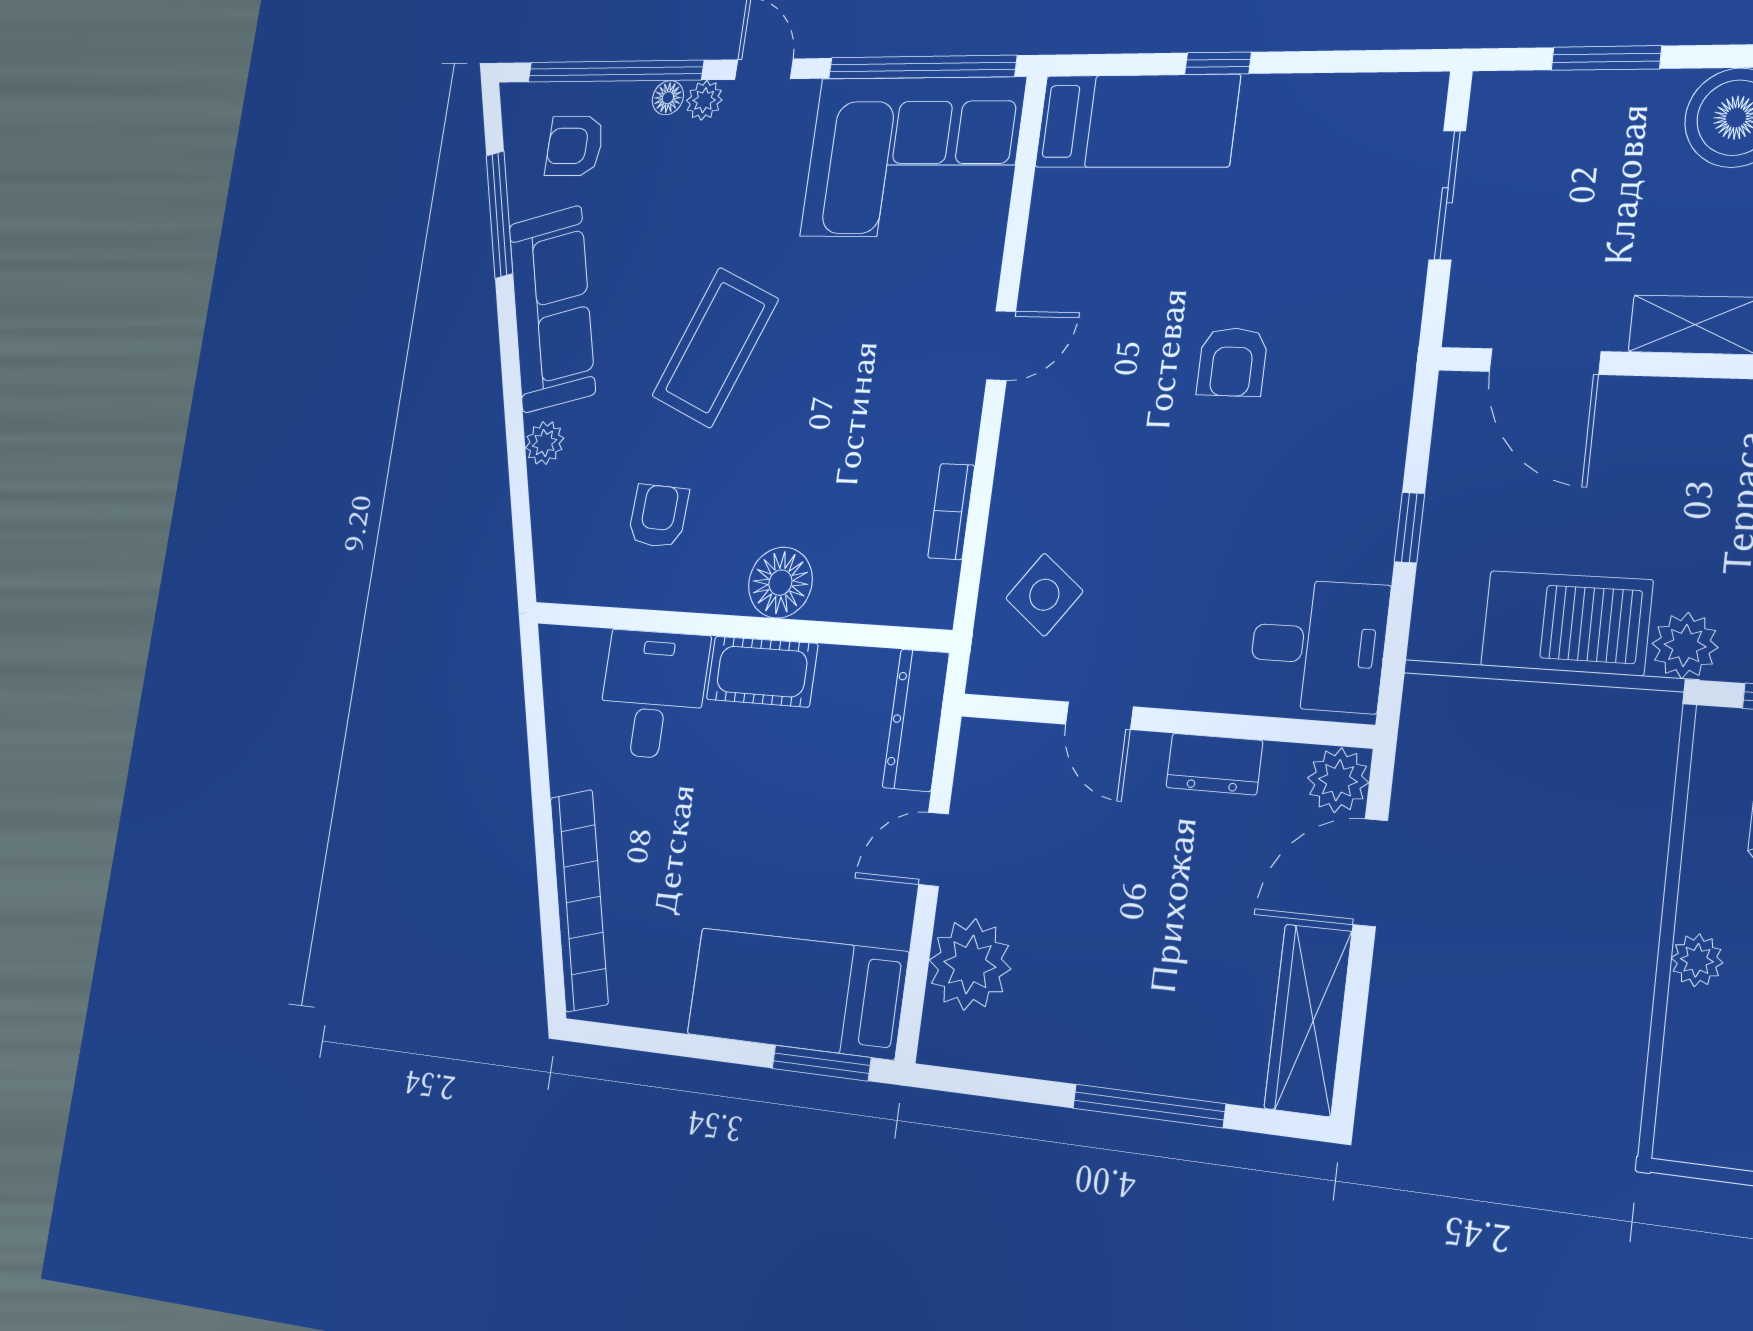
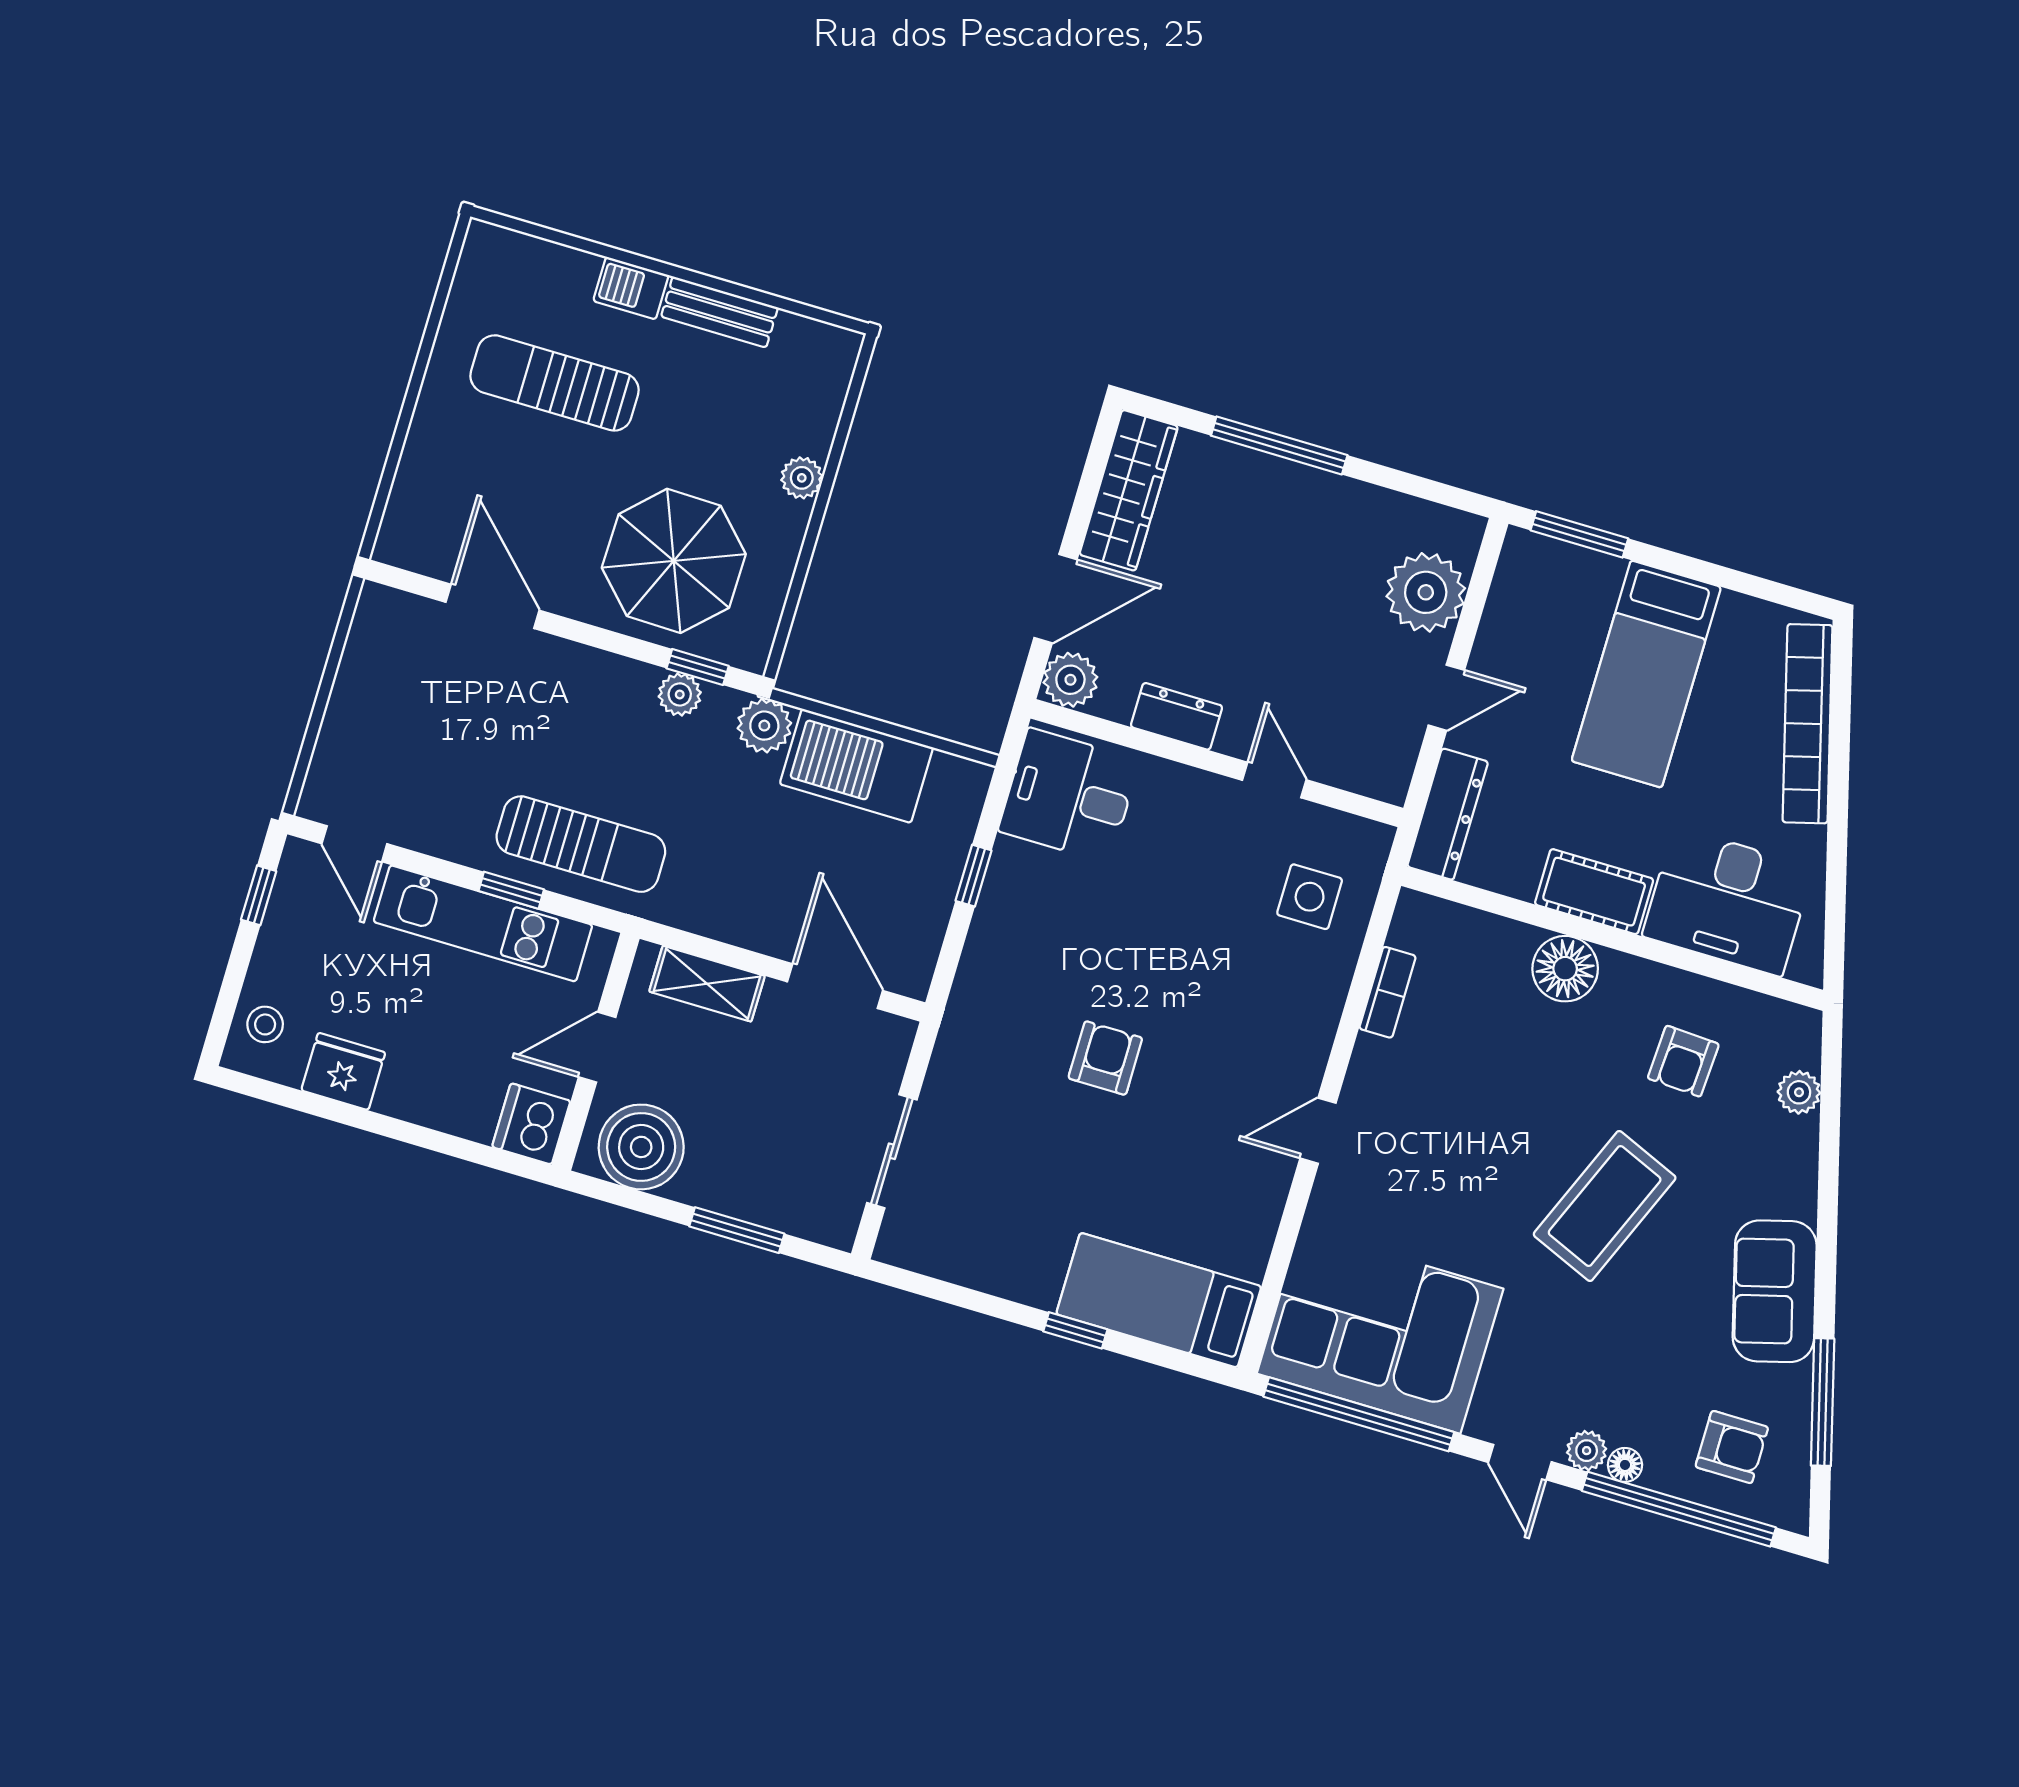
sofa: (552, 309) -> (1775, 1291), width x0.73
plant: (544, 443) -> (1799, 1092), moved
side table: (1044, 595) -> (1310, 897), turned -37
desk: (653, 694) -> (1728, 902), width x1.37
bed: (797, 993) -> (1646, 674), moved, turned 90

